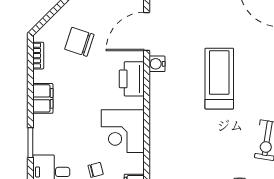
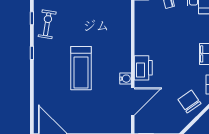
chair: (79, 42) -> (189, 101), moved, turned -143
corner desk: (123, 131) -> (150, 31), removed

